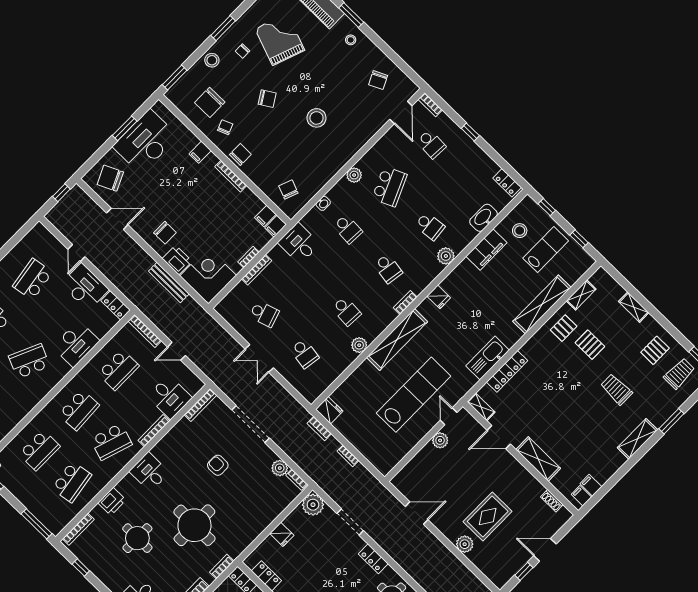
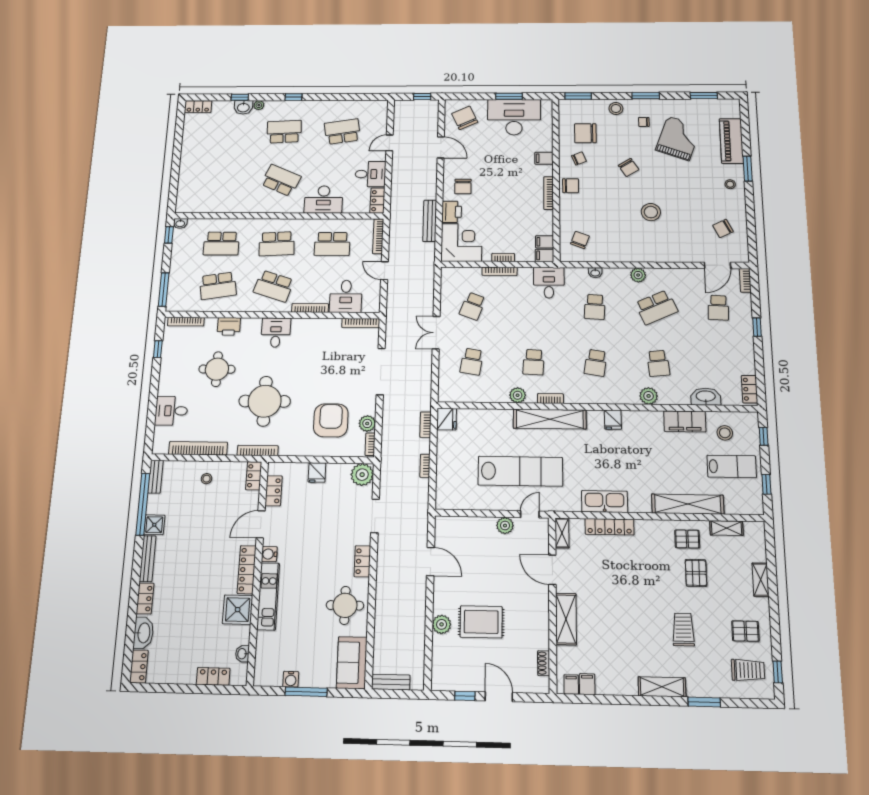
desk: (85, 287) -> (370, 174), width x0.73
bookcase: (405, 302) -> (550, 399), moved
school desk: (264, 314) -> (473, 306), turned 39
armchair: (218, 465) -> (331, 420), moved, width x1.88, depth x1.88
bookcase: (222, 567) -> (258, 451), width x1.56

